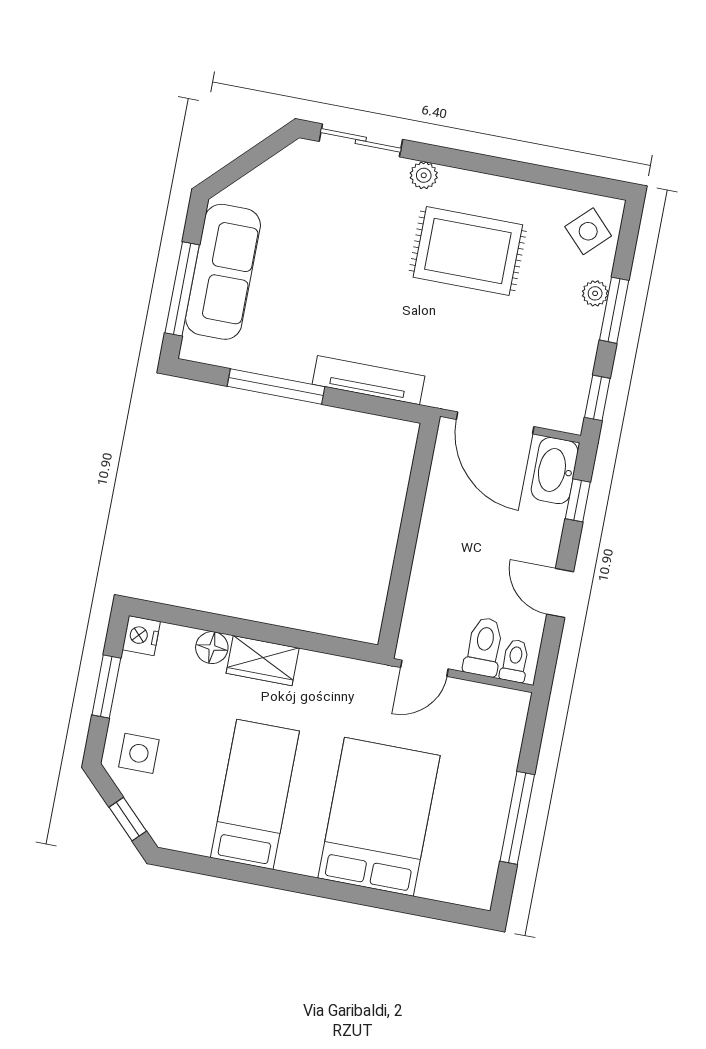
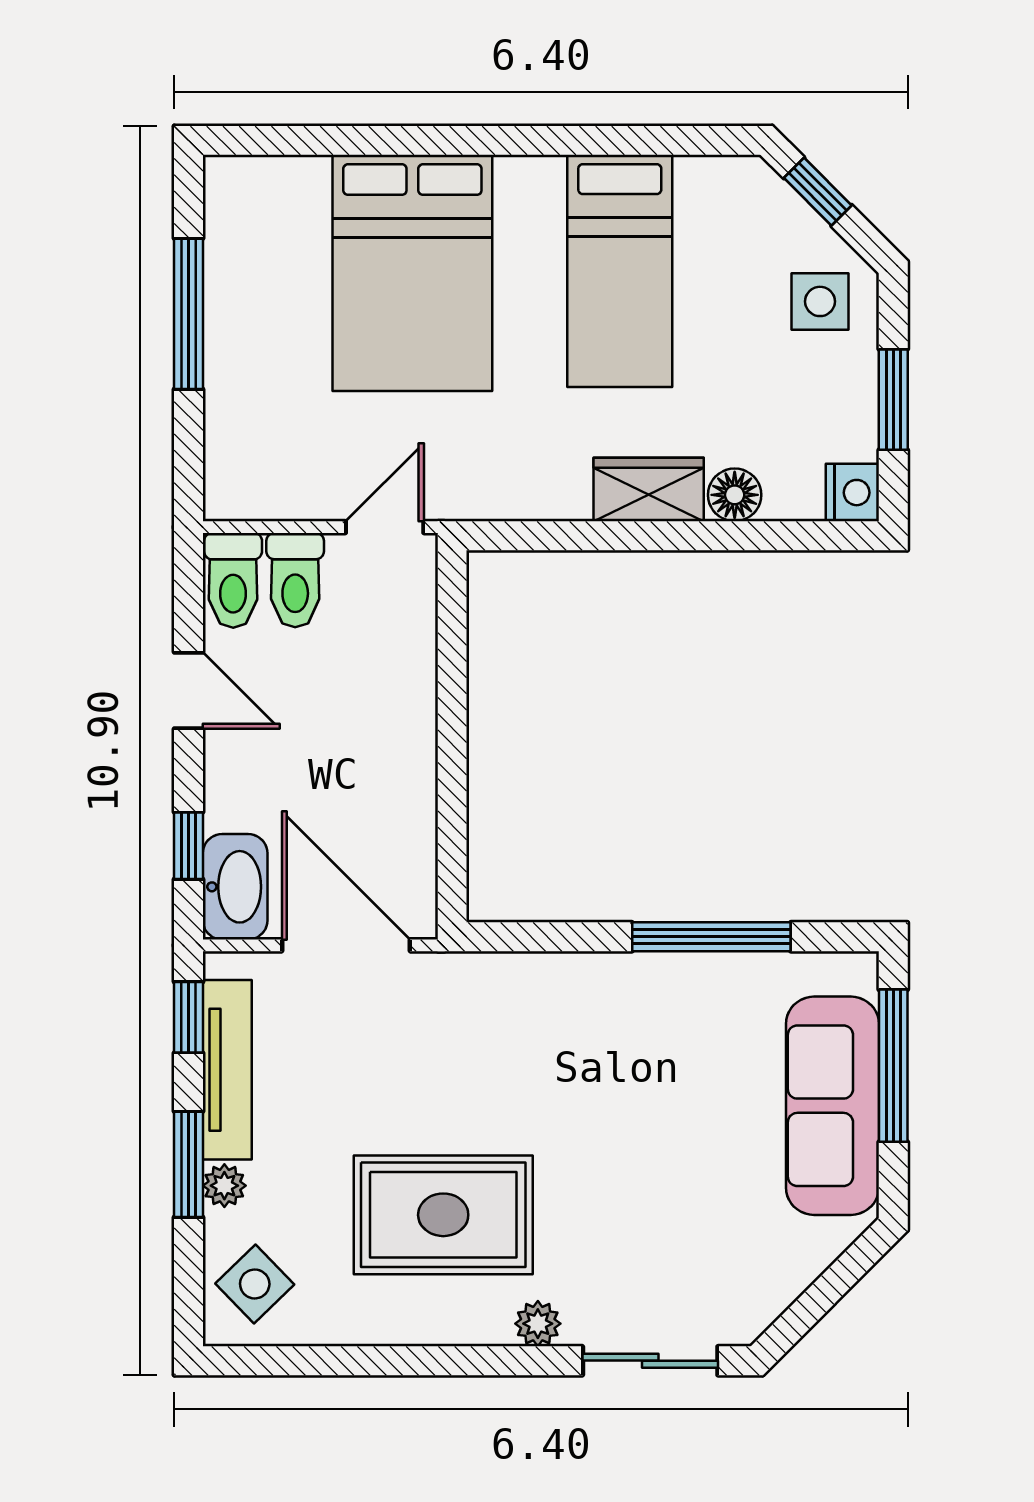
tv unit: (368, 380) -> (227, 1070), moved, turned -90
toilet: (515, 661) -> (233, 580), width x1.37, depth x1.39

